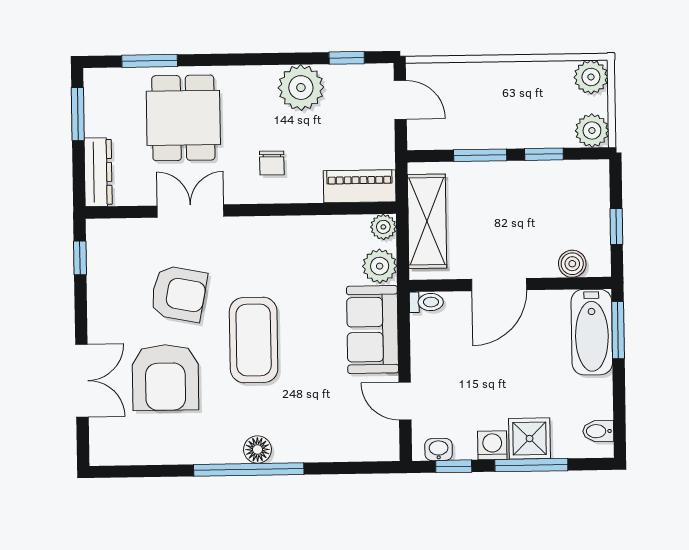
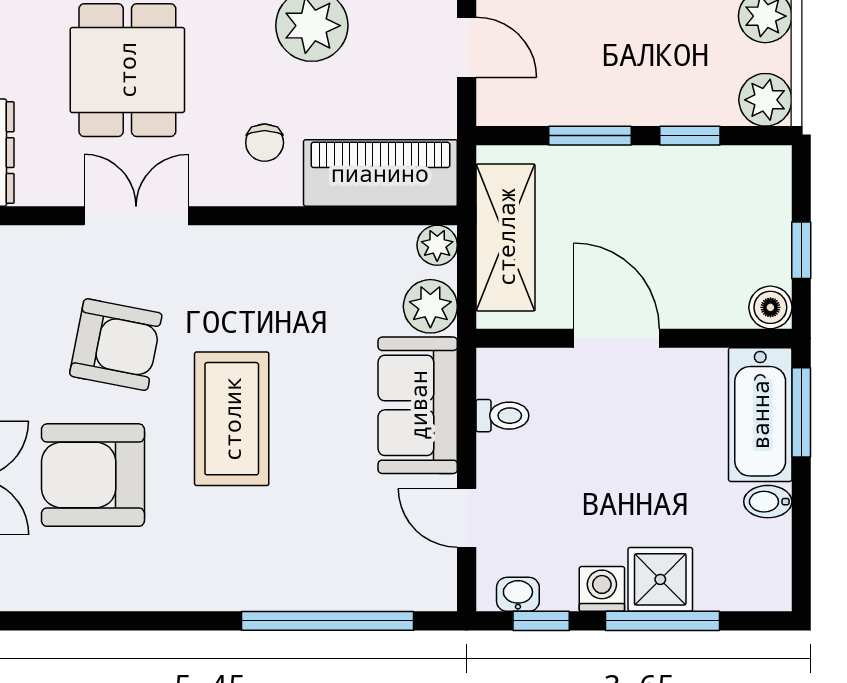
piano: (360, 186) -> (380, 173), width x1.37, depth x1.33
boiler: (572, 264) -> (770, 307), moved
door: (499, 285) -> (617, 338), swing flipped
toilet: (426, 302) -> (502, 416), moved
armchair: (165, 377) -> (93, 475), turned 90
bidet: (598, 431) -> (768, 502), moved
floor lamp: (258, 450) -> (235, 590), removed
window: (249, 470) -> (327, 621), moved

